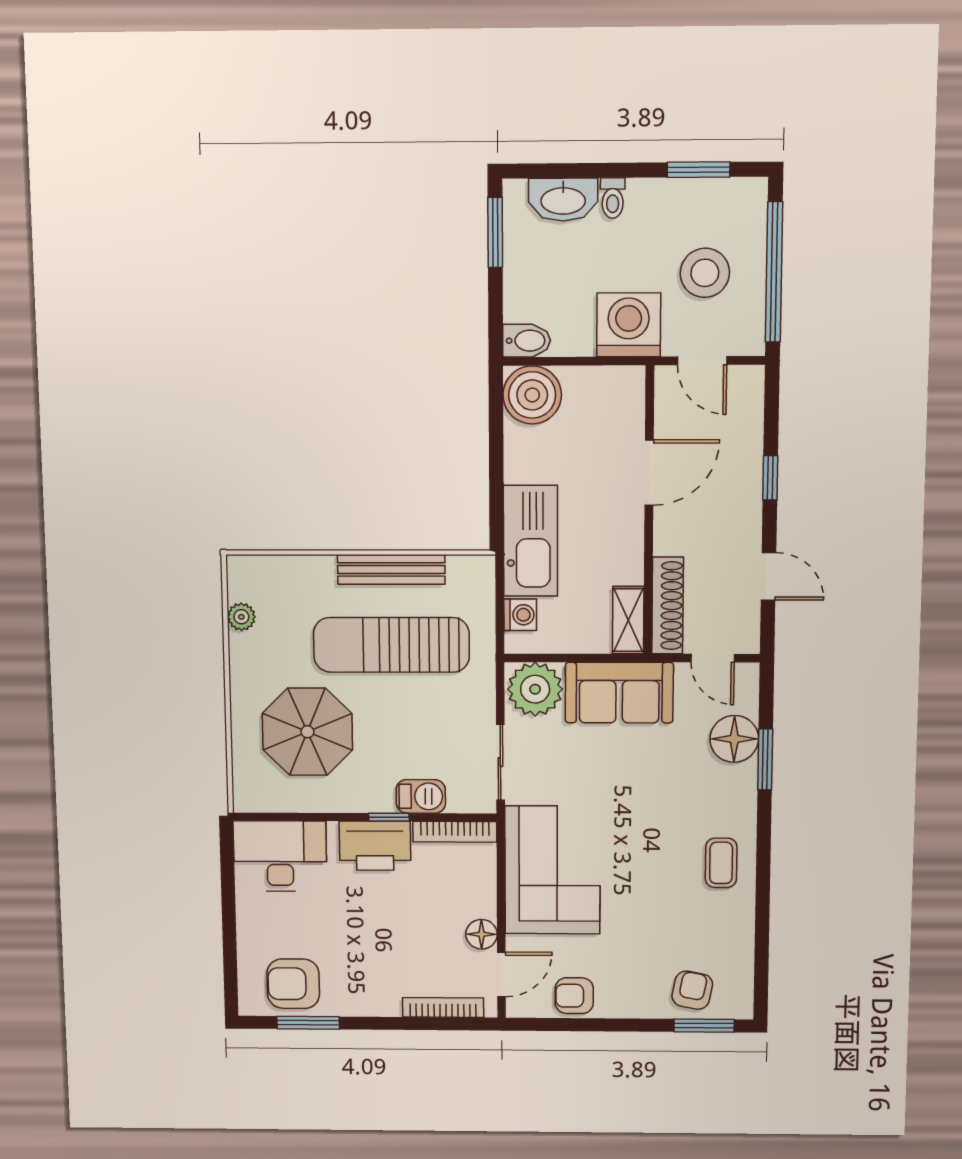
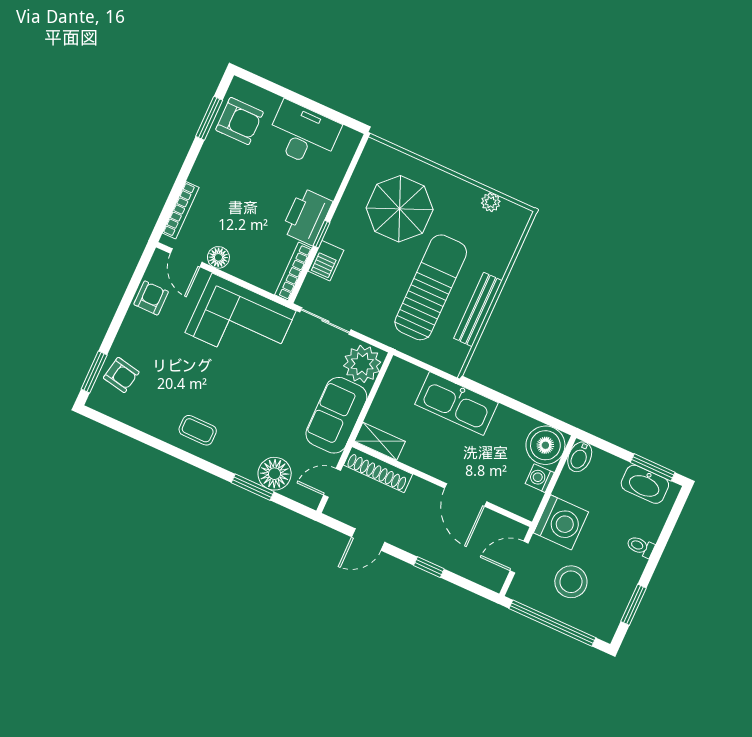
washbasin: (563, 200) -> (645, 484), moved, turned -90
washing machine: (520, 615) -> (540, 478), moved, turned 90
desk: (280, 856) -> (303, 134), moved, turned -90
armchair: (293, 984) -> (239, 121), turned 90

